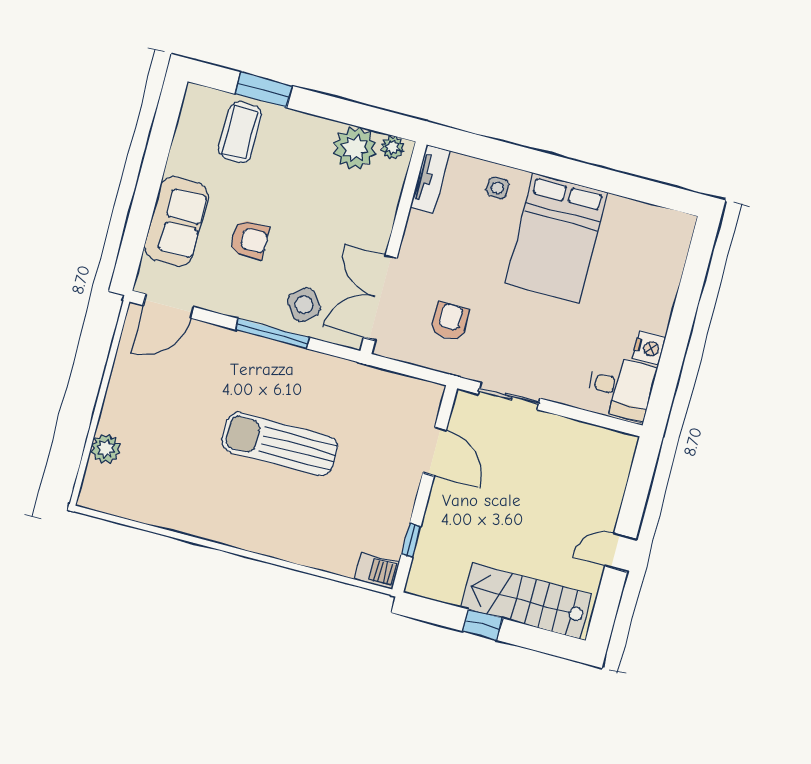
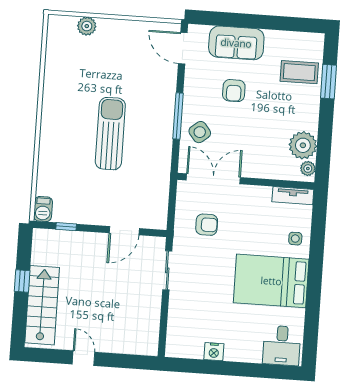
desk: (621, 388) -> (282, 346), moved

